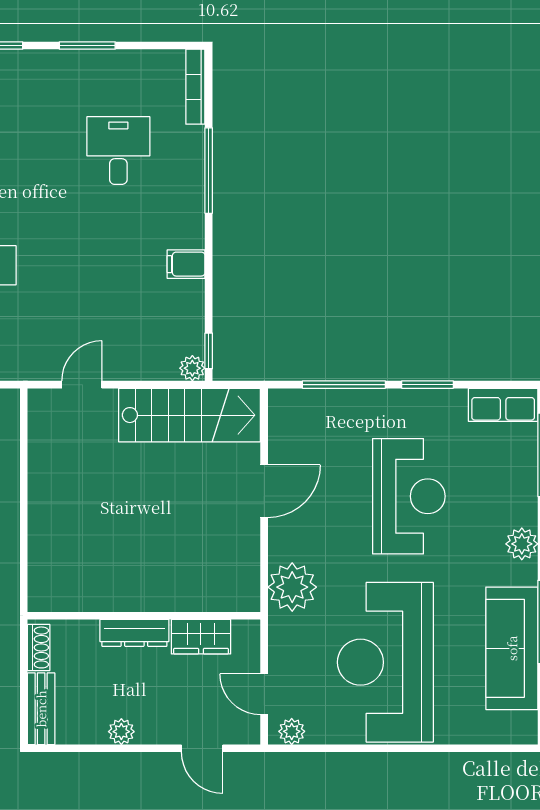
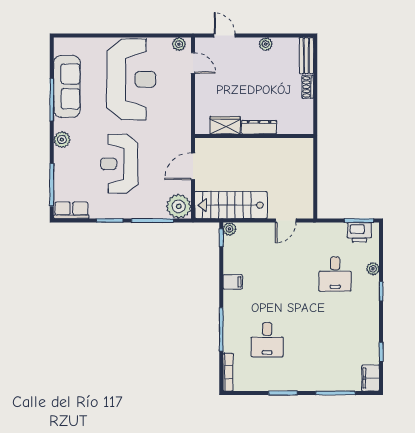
plant: (292, 587) -> (179, 206), moved
wall: (144, 616) -> (254, 136), moved
dresser: (134, 633) -> (259, 127), moved
wardrobe: (201, 637) -> (225, 125), moved

